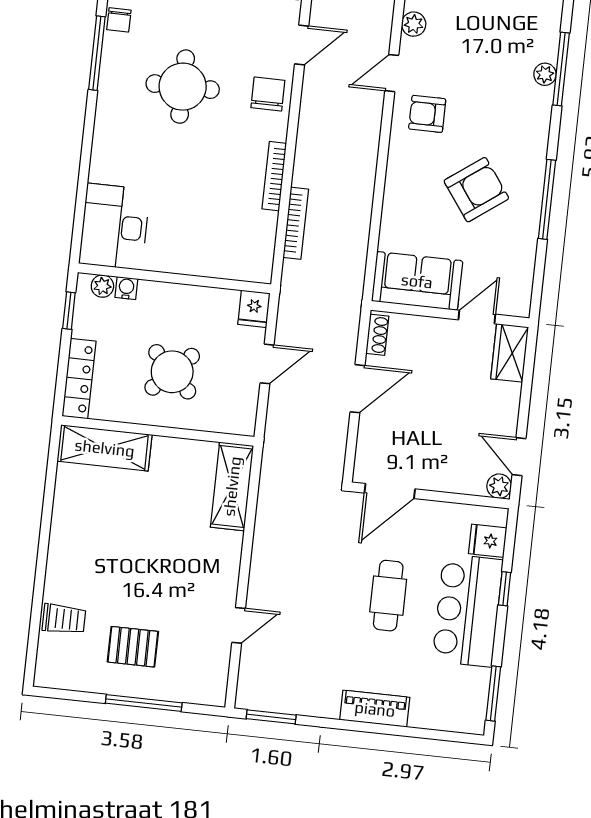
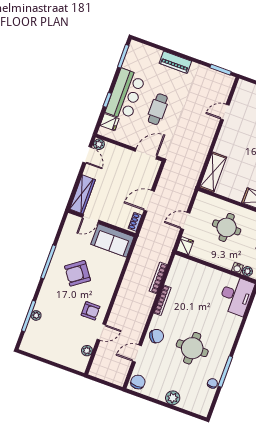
chair: (268, 94) -> (157, 336), turned -124
wardrobe: (510, 353) -> (82, 194), width x1.50
round table: (172, 372) -> (227, 227), turned 45

